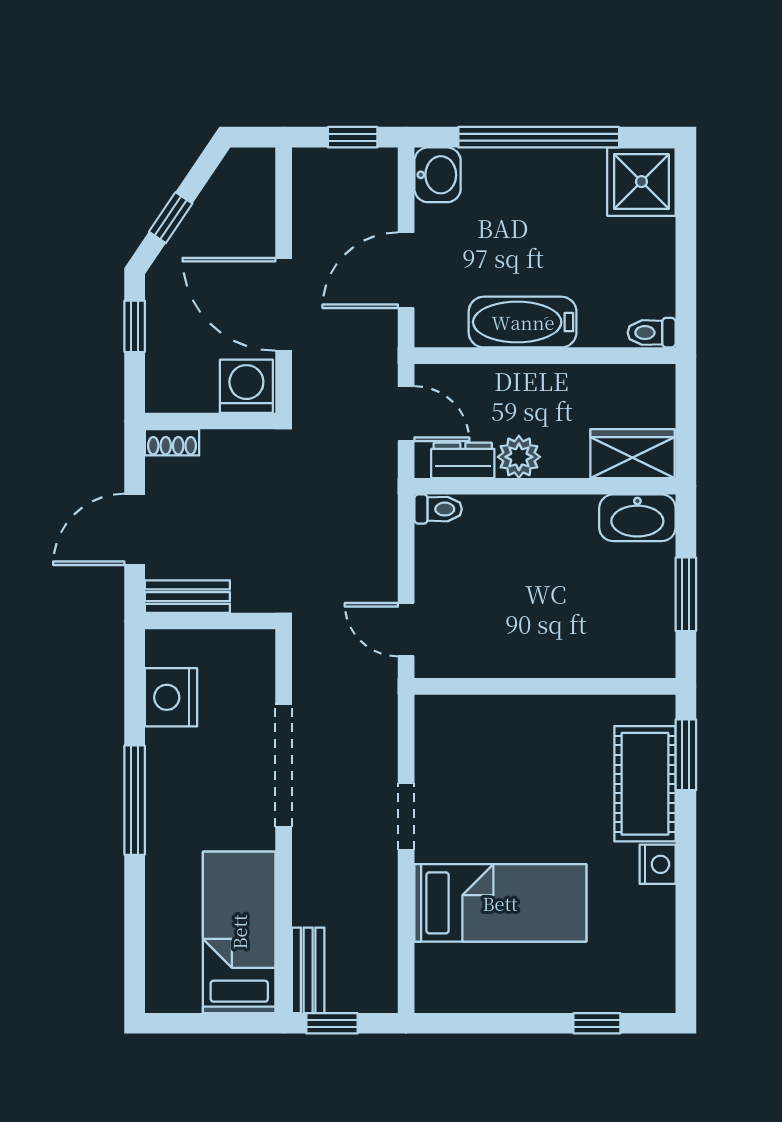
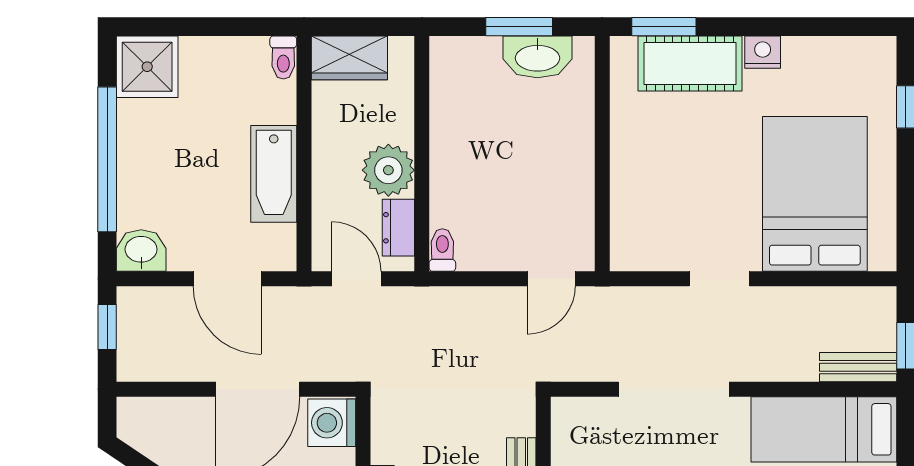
door: (406, 414) -> (356, 279), hinge flipped
wardrobe: (633, 454) -> (349, 58), moved, turned -90
plant: (519, 457) -> (388, 170), width x1.36, depth x1.36
washbasin: (637, 518) -> (537, 57), moved, turned 90
bed: (500, 903) -> (815, 194), width x1.50

